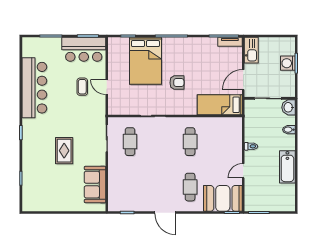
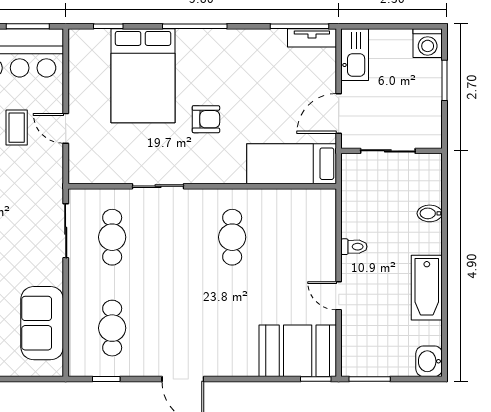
washing machine: (288, 63) -> (428, 43), moved, turned -90
washbasin: (289, 107) -> (429, 361), moved
door: (243, 171) -> (339, 296), hinge flipped
cafe table: (190, 187) -> (112, 328), moved

